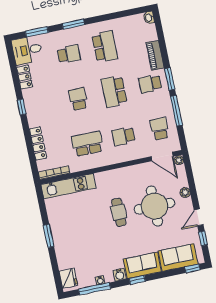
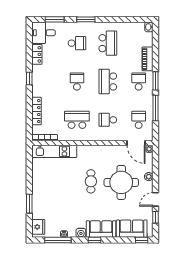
school desk: (150, 84) -> (139, 81), turned 90
window: (49, 236) -> (29, 204), moved

